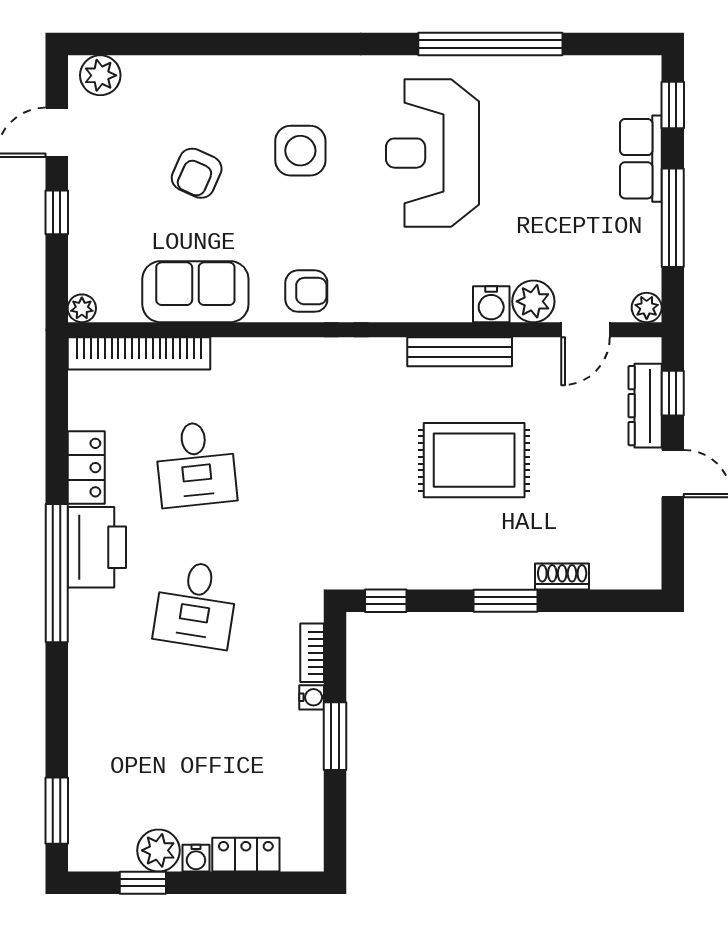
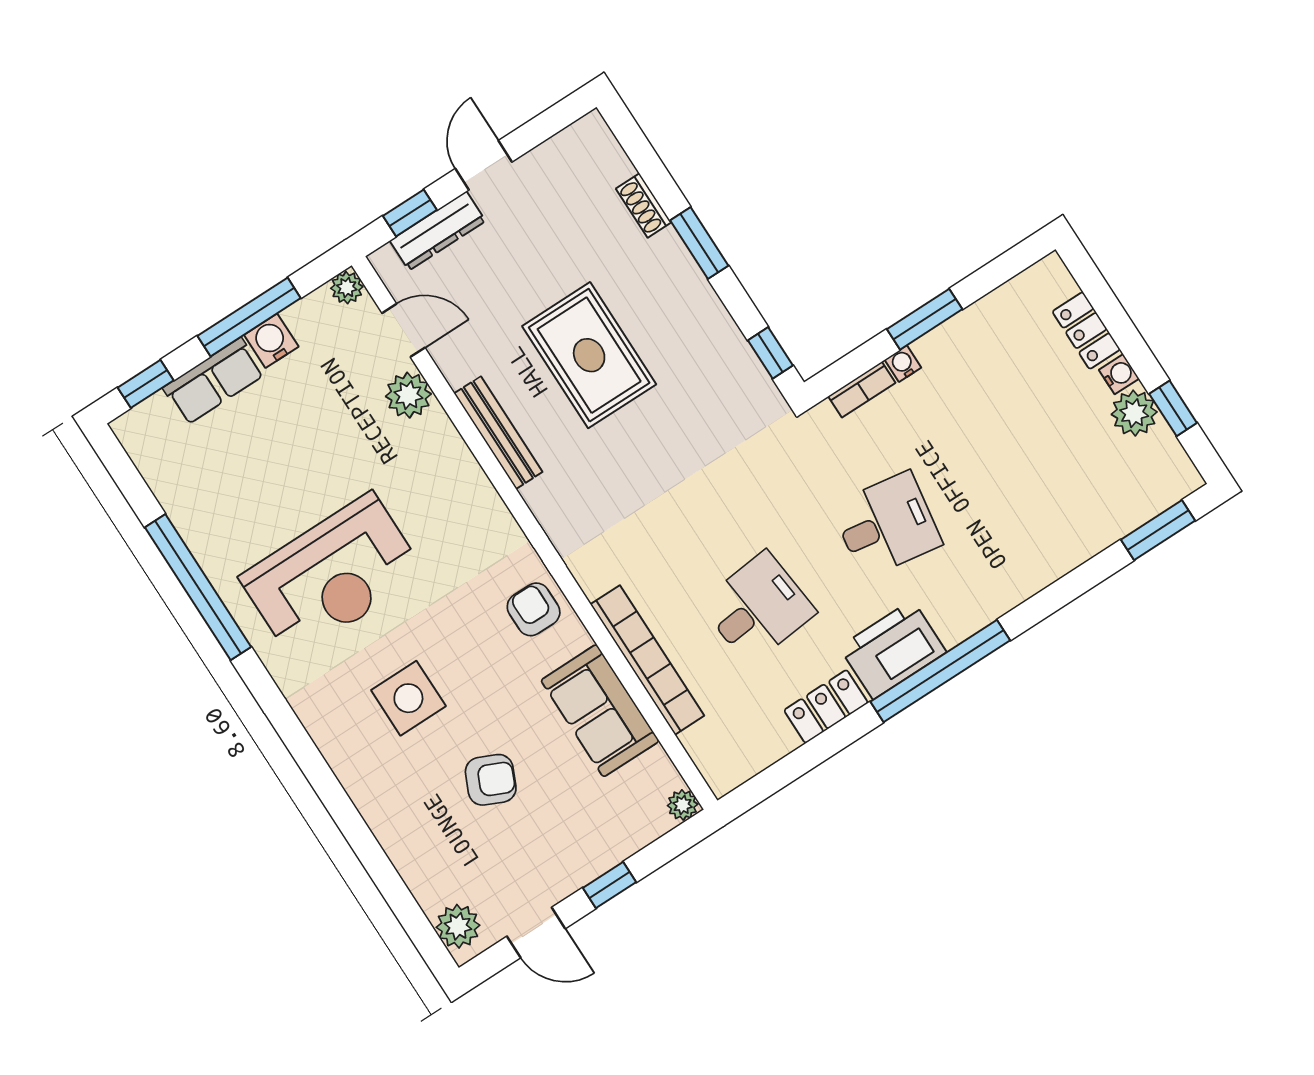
water cooler: (491, 304) -> (271, 341), moved, turned -90
bookcase: (139, 353) -> (647, 660), moved

